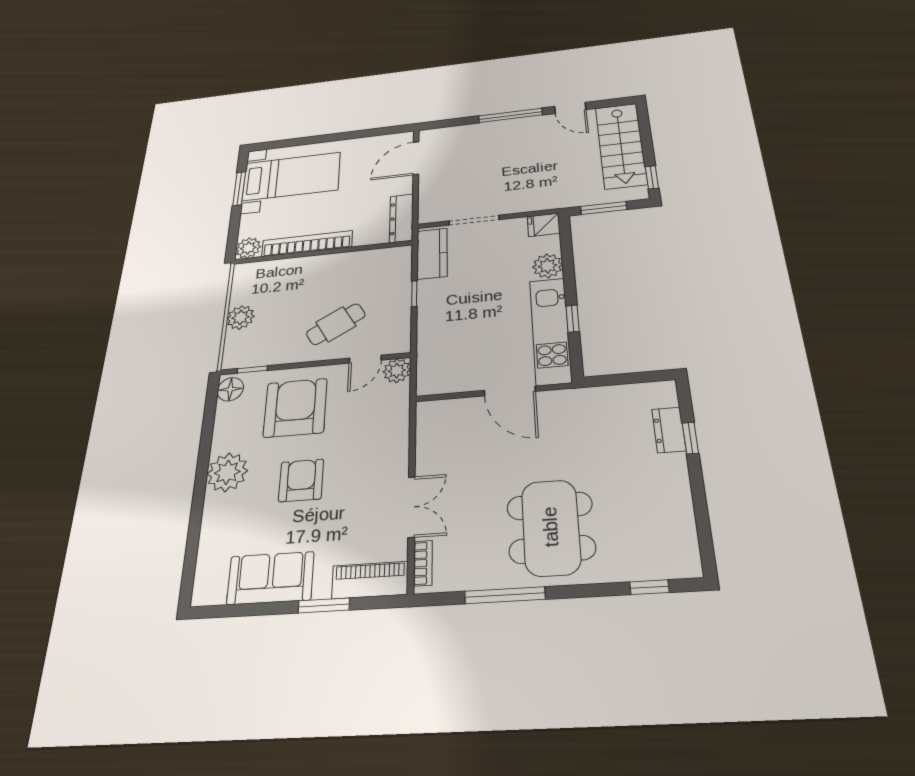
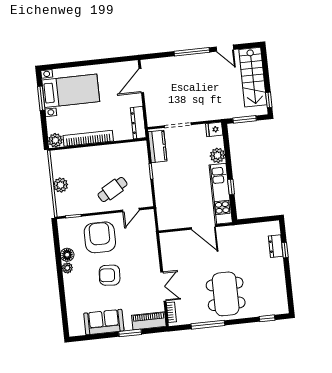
plant: (397, 371) -> (148, 216), removed
floor lamp: (230, 389) -> (67, 255), moved
plant: (227, 472) -> (67, 268), width x0.53, depth x0.53
armchair: (301, 480) -> (110, 275), turned -86

